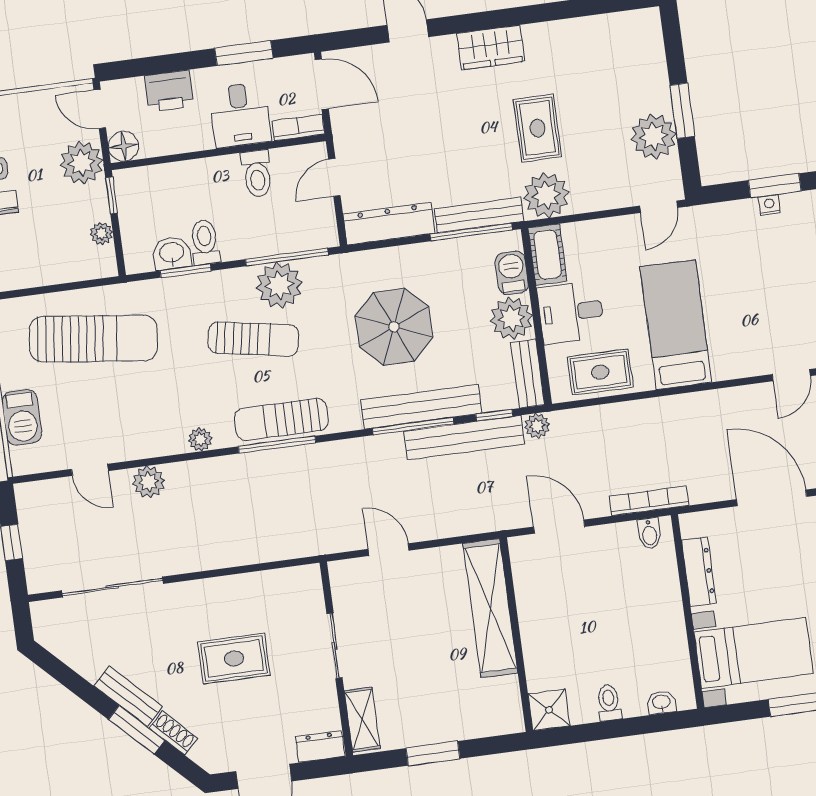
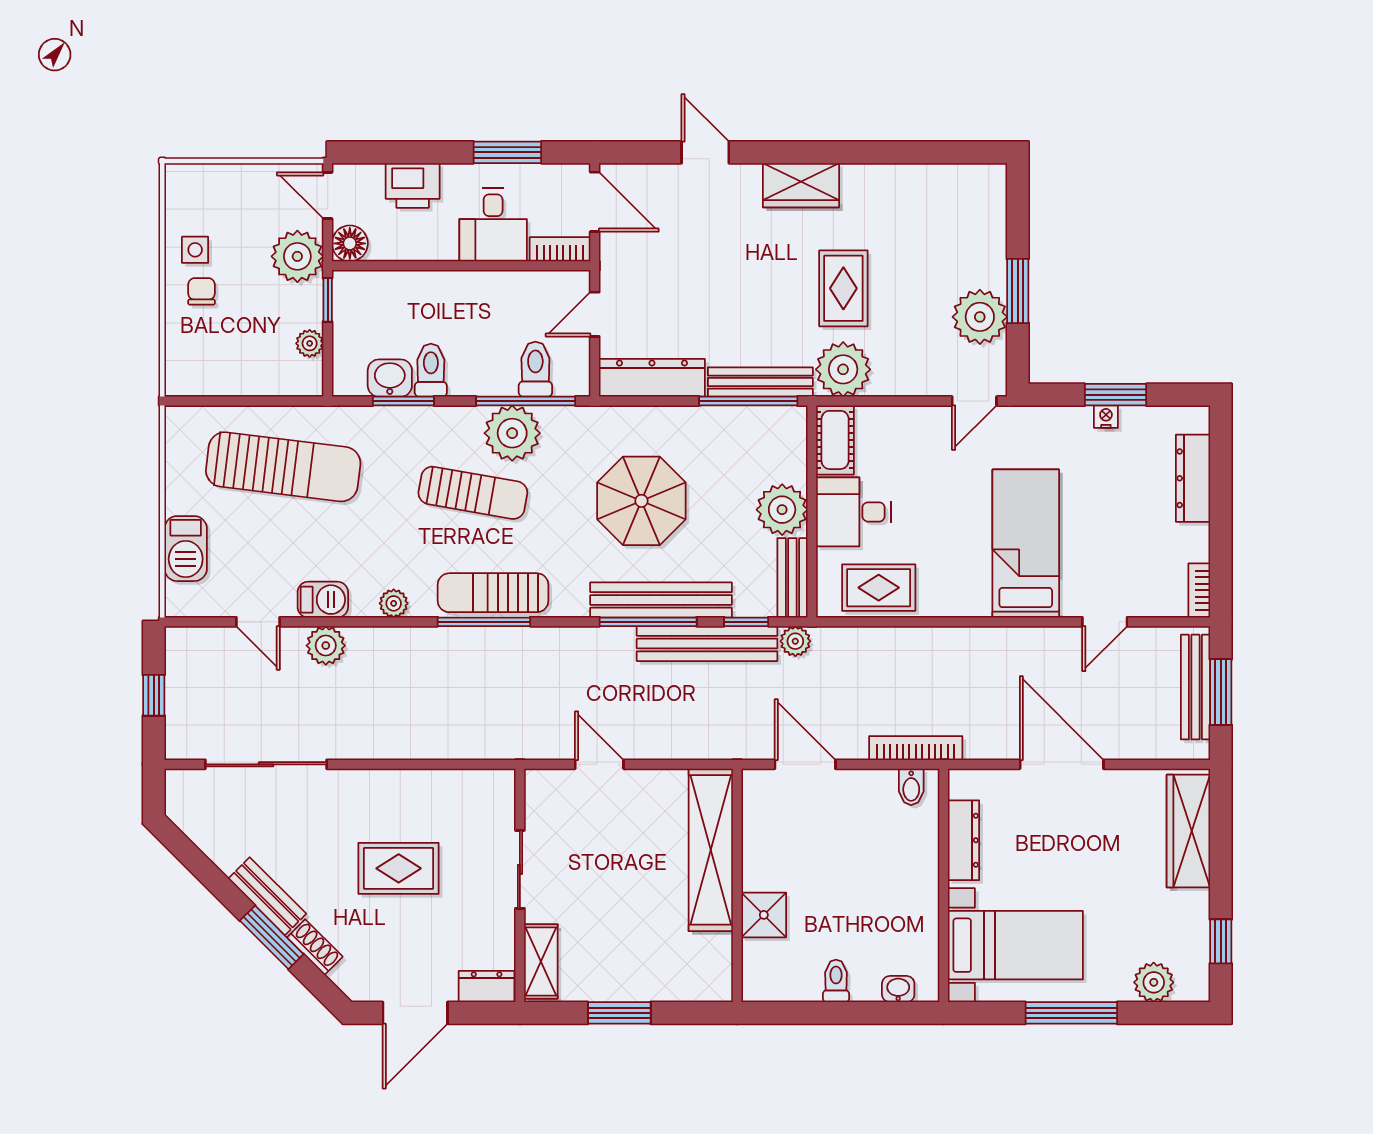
toilet: (257, 174) -> (535, 369), moved, turned 180
barbecue: (512, 273) -> (323, 600), moved, turned 90
bed: (676, 325) -> (1026, 543), moved
shower: (549, 710) -> (764, 915), moved

